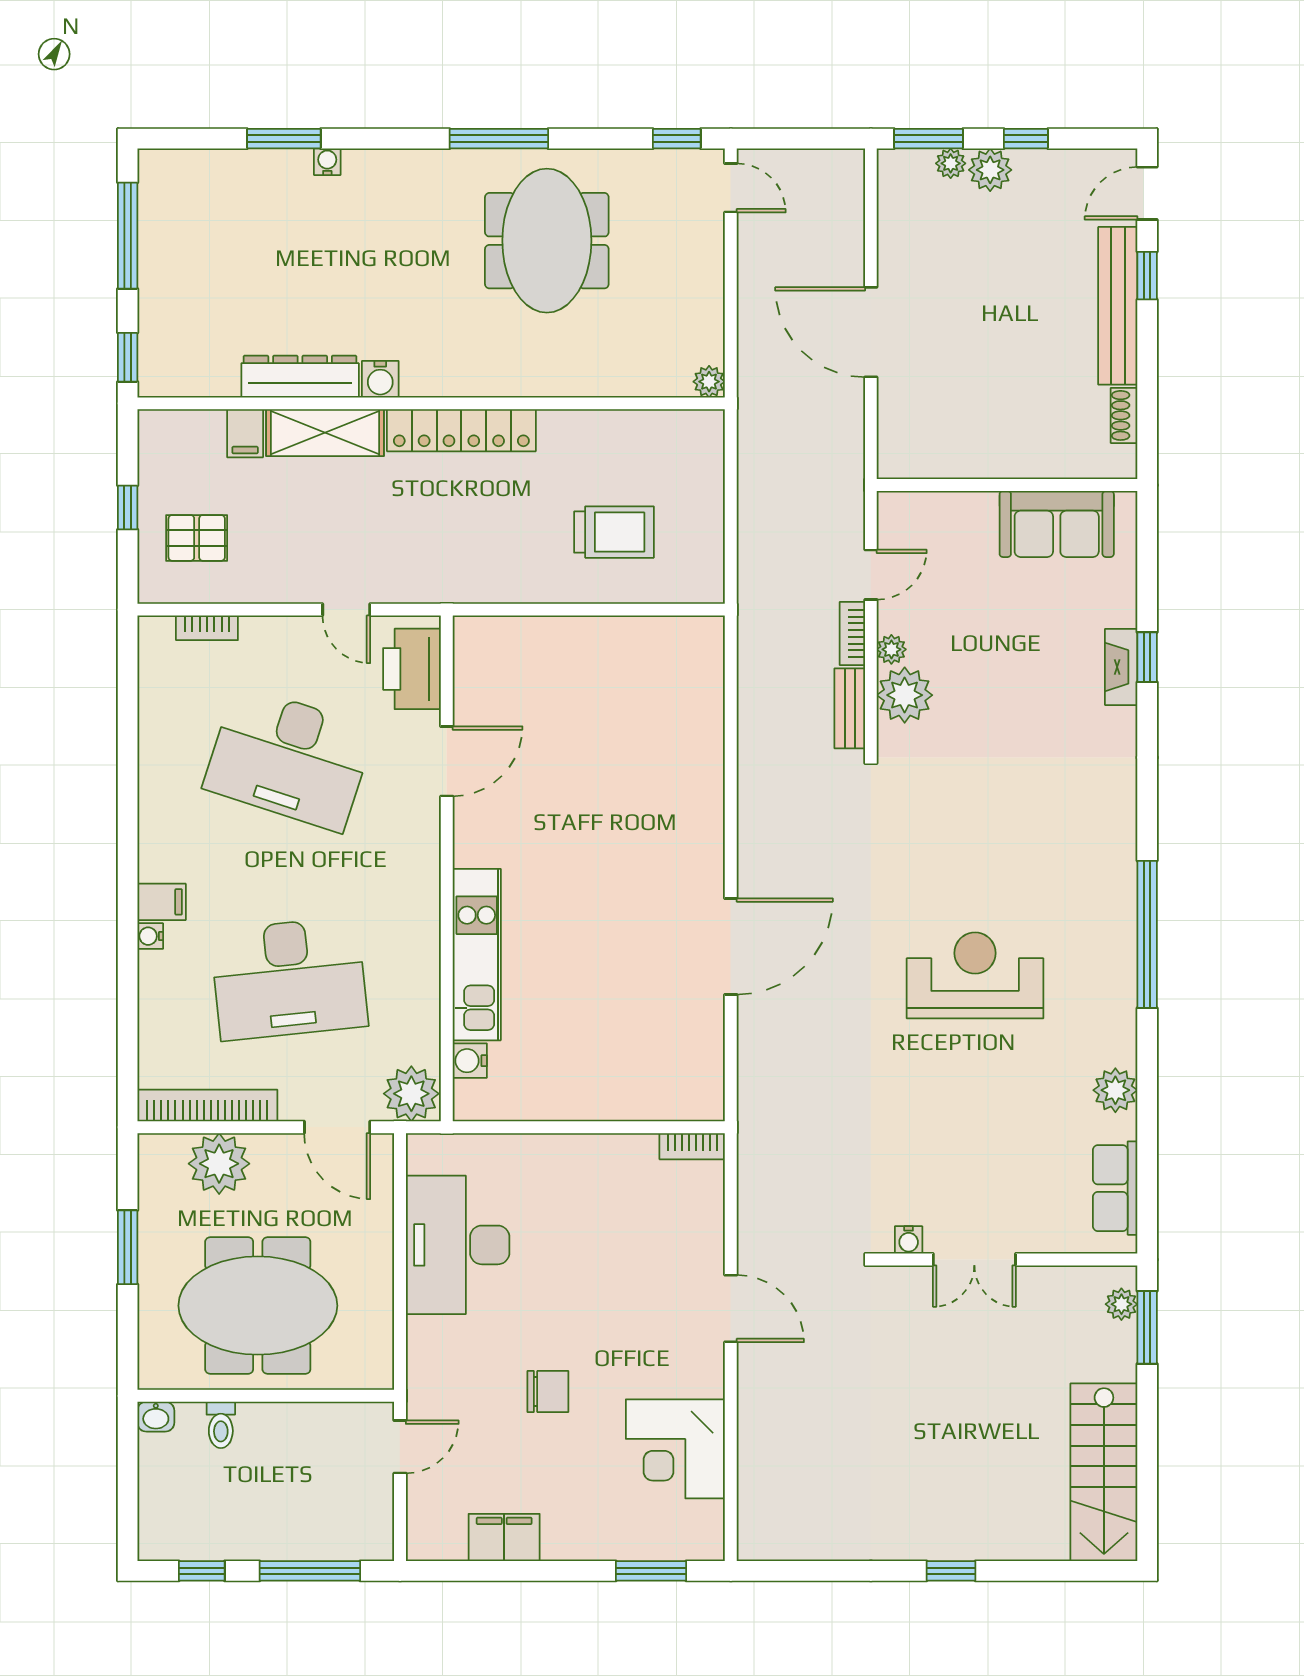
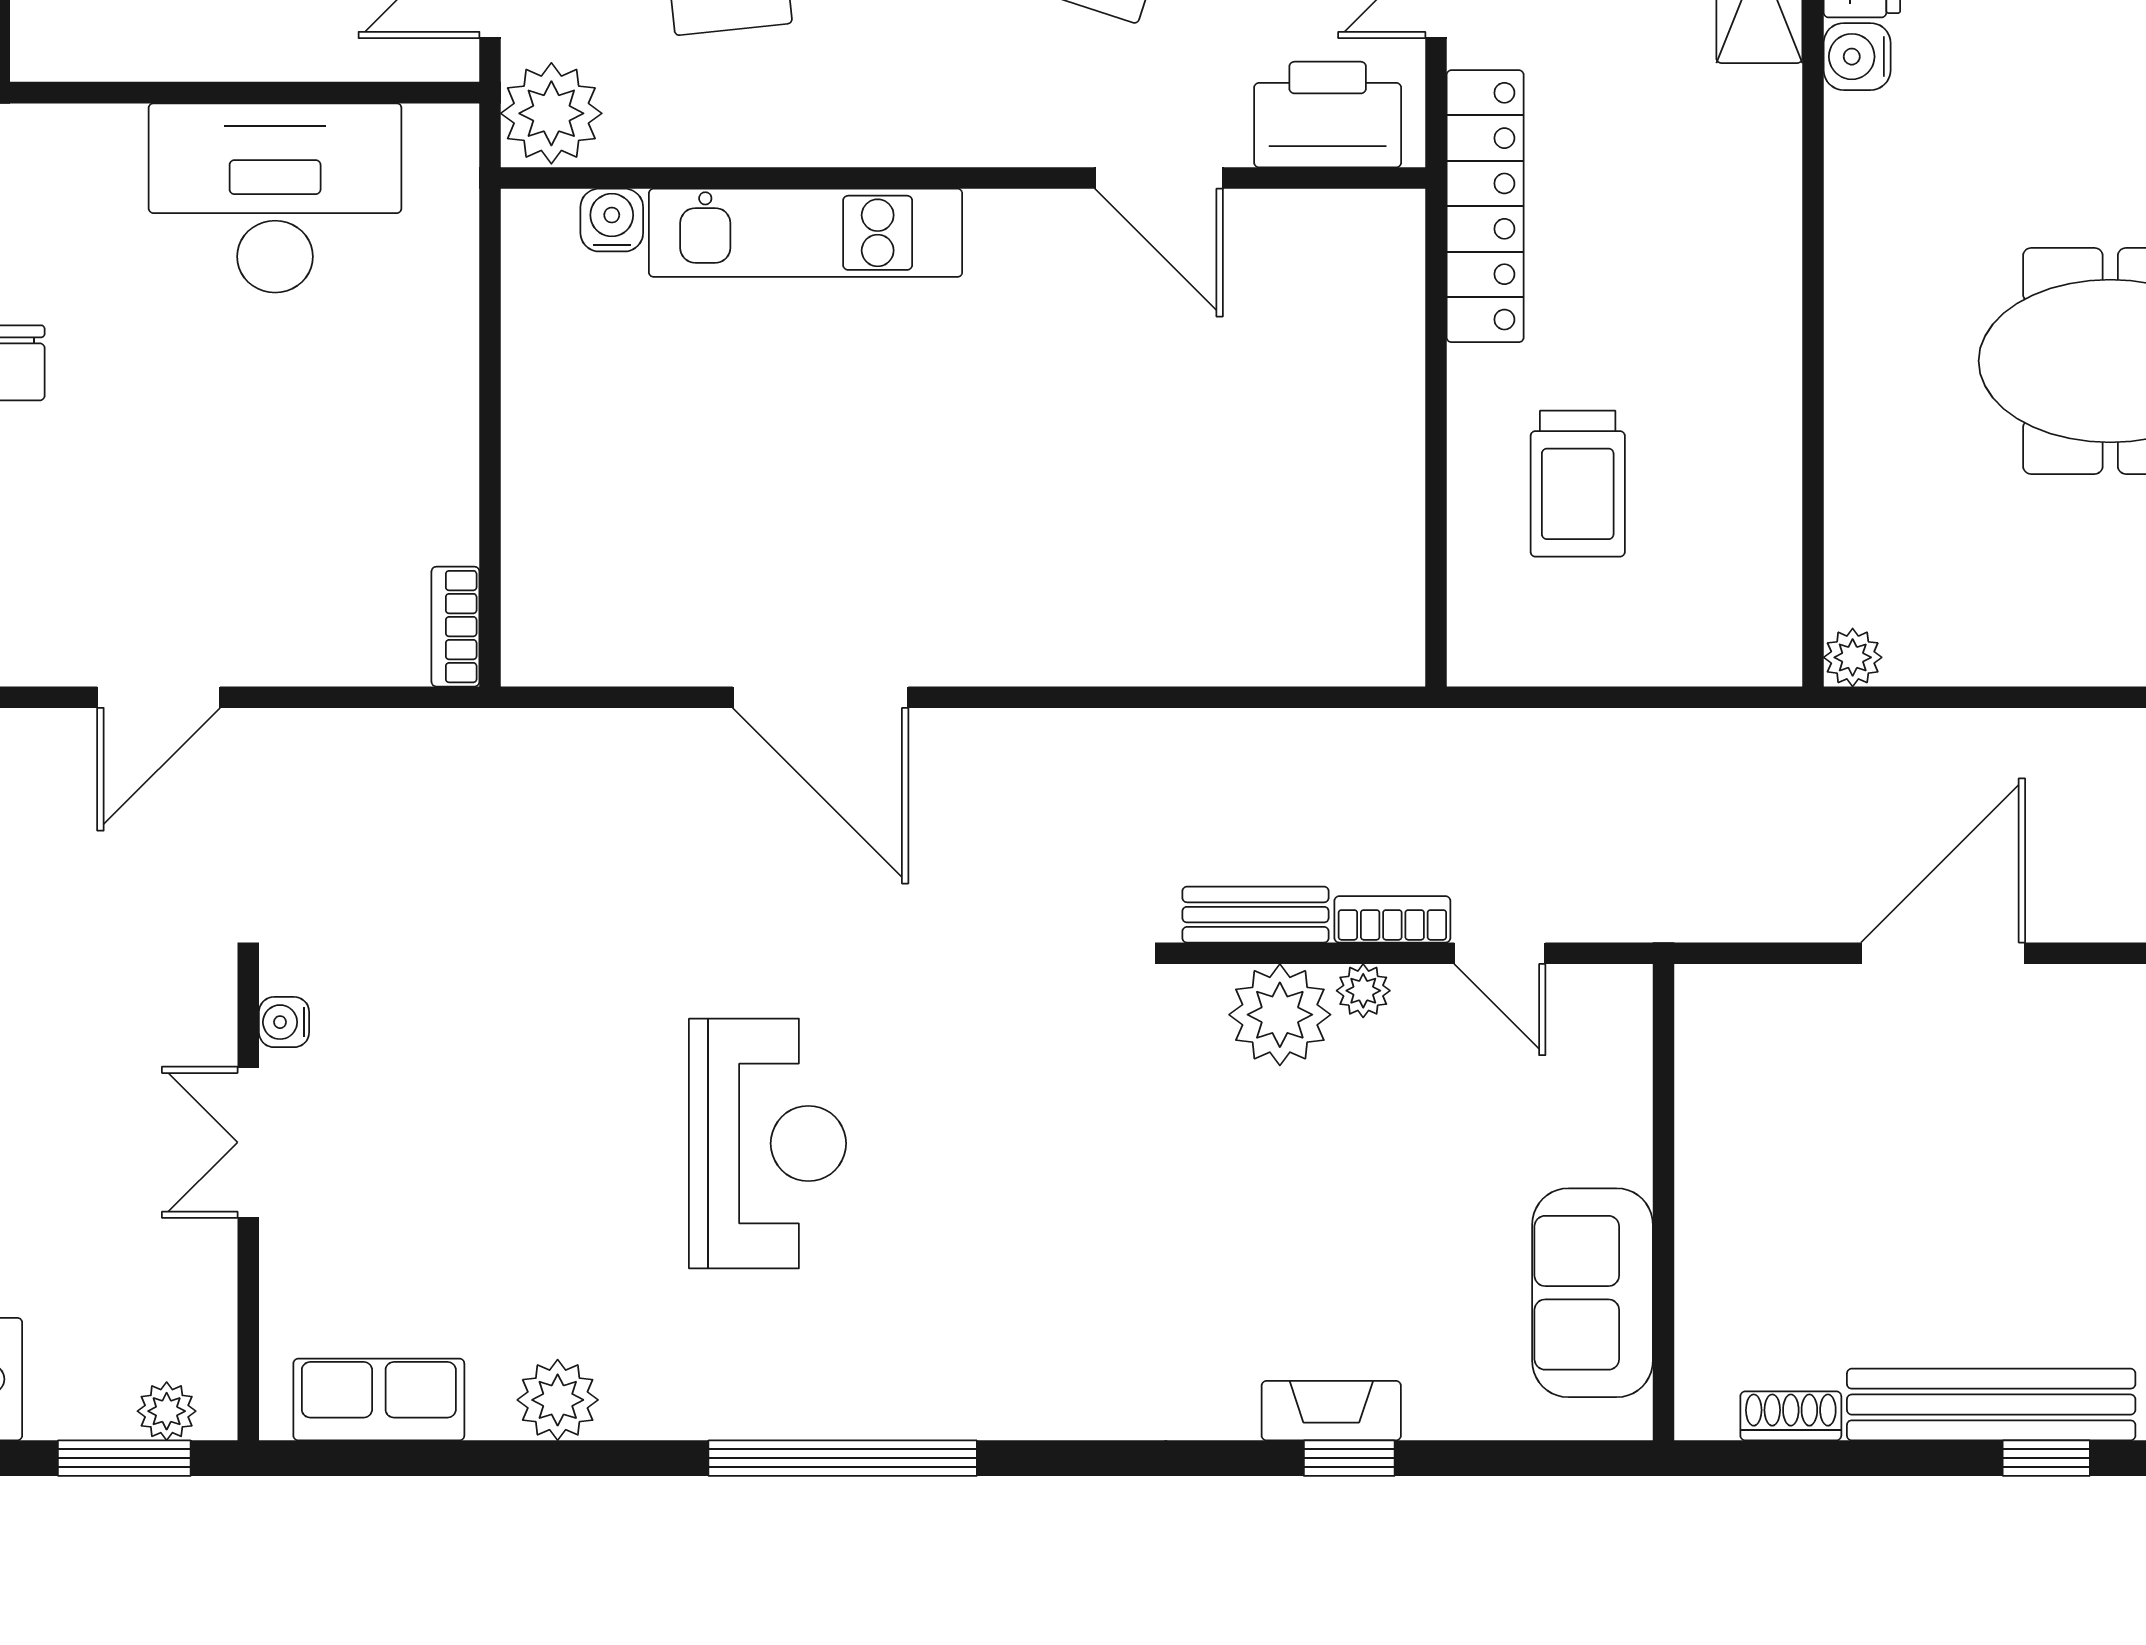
locker: (461, 430) -> (1485, 206), moved, turned 180

